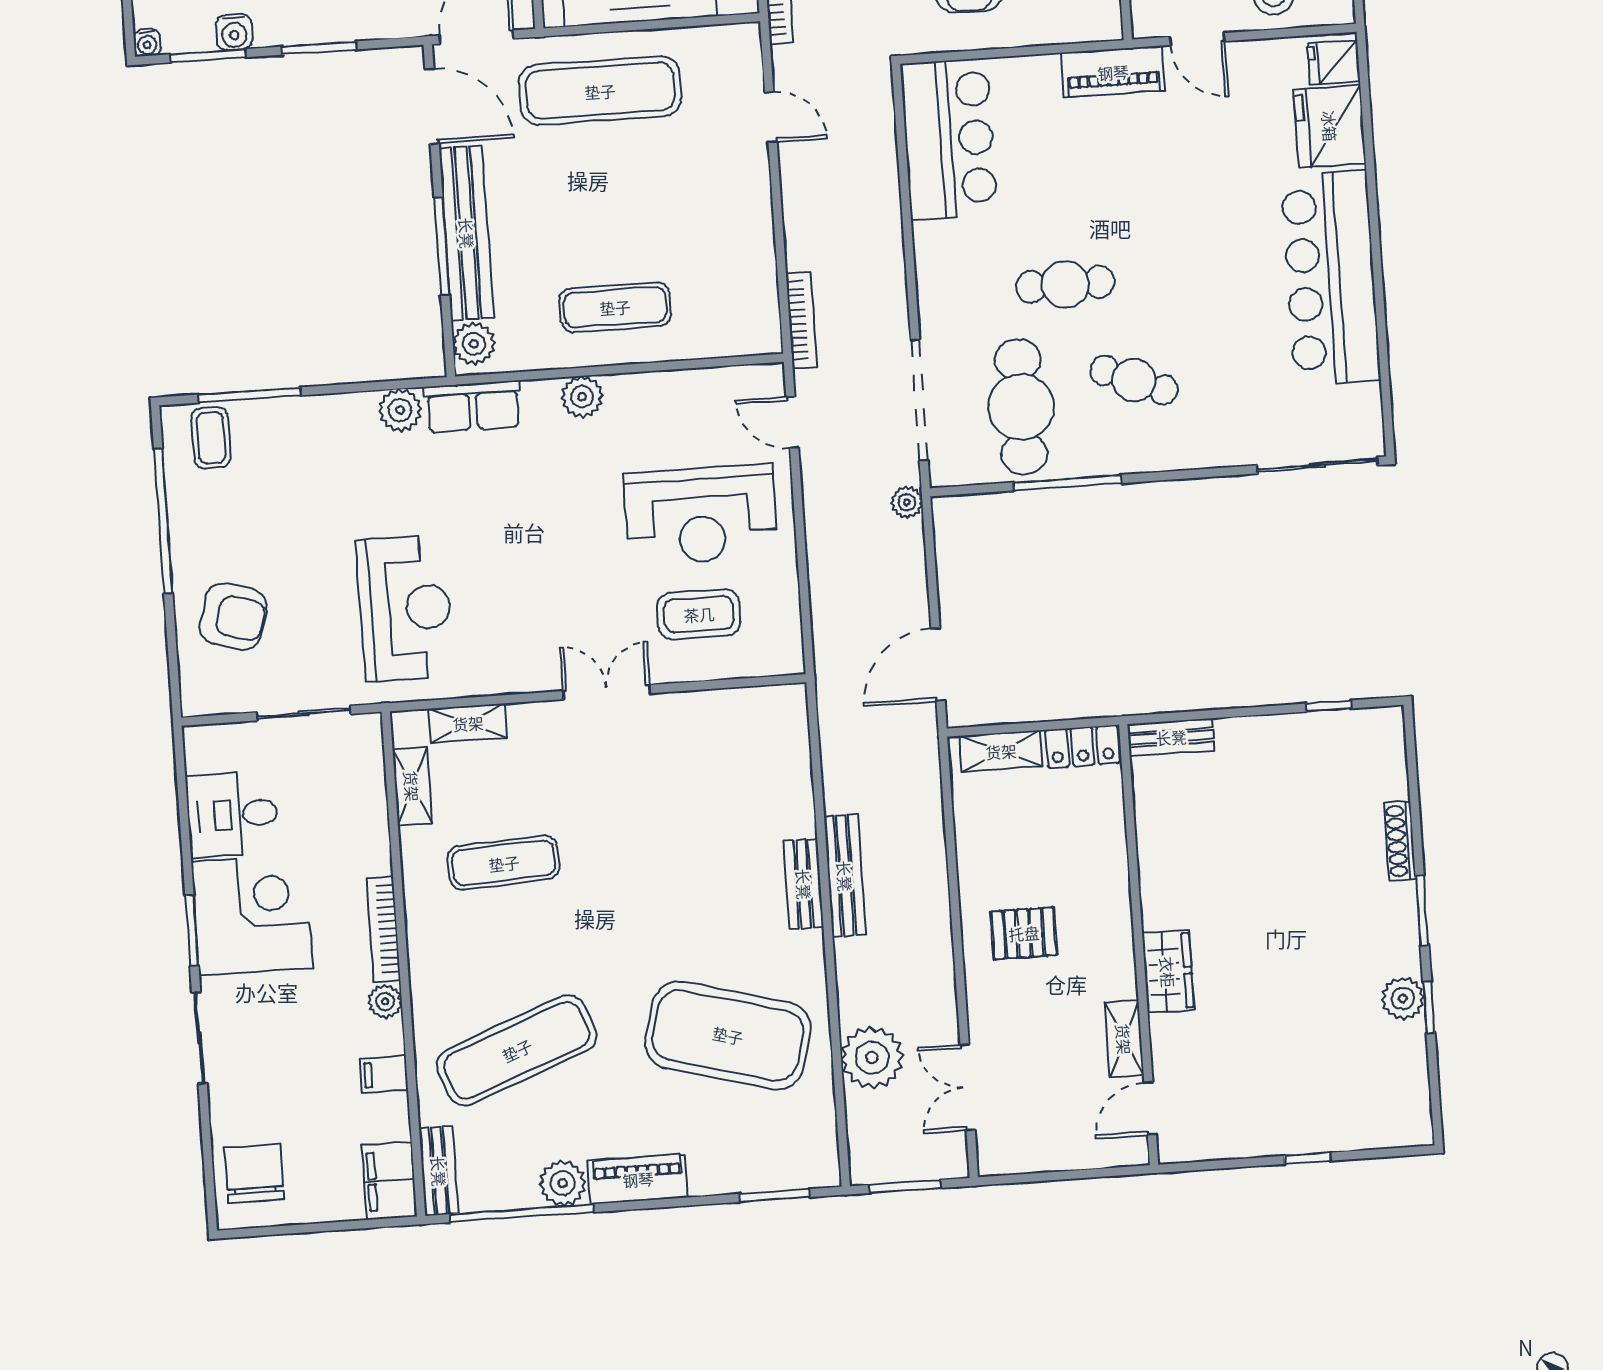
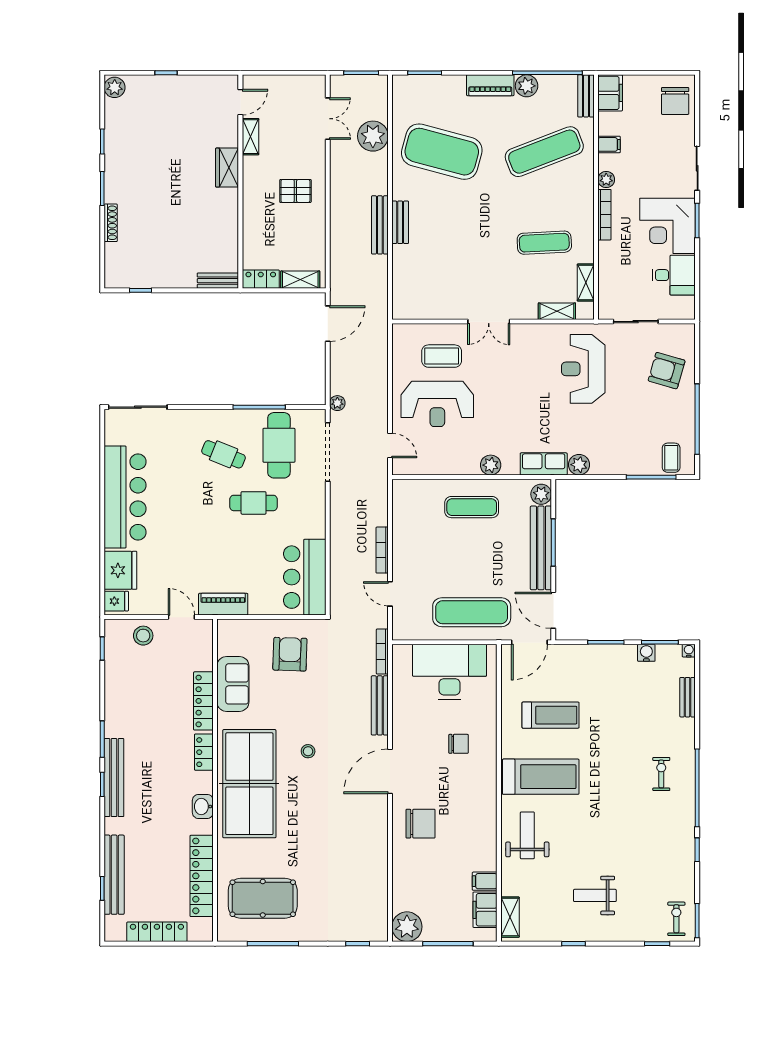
bookcase: (801, 320) -> (382, 550), moved
reception desk: (701, 515) -> (437, 404), turned 180
plant: (1403, 998) -> (115, 87), moved

